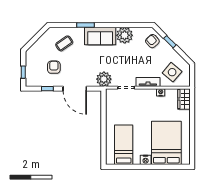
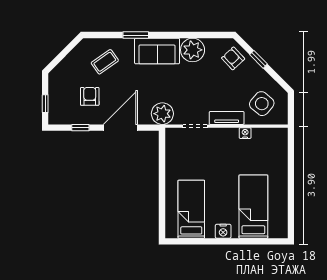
door: (75, 89) -> (120, 128), swing flipped
wardrobe: (184, 99) -> (279, 143), removed
bed: (166, 143) -> (253, 207), width x0.67

